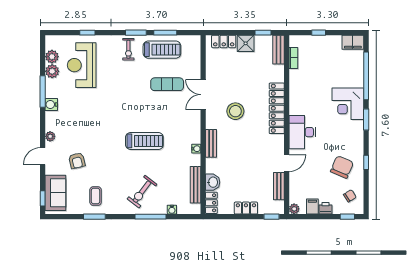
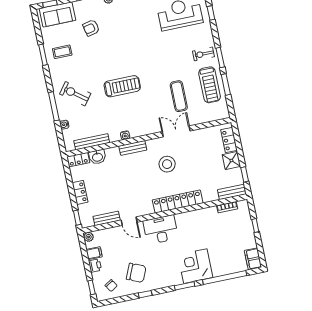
treadmill: (144, 141) -> (122, 86), turned -90

